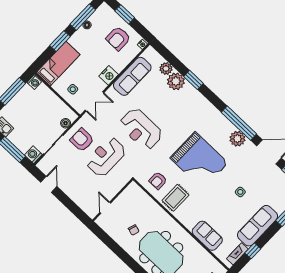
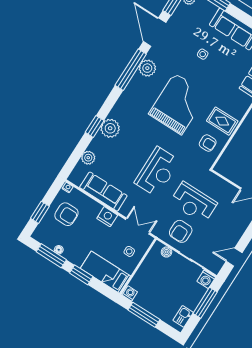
plant: (176, 81) -> (110, 128), moved

